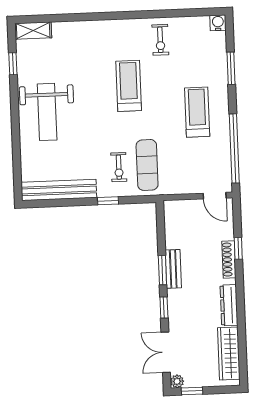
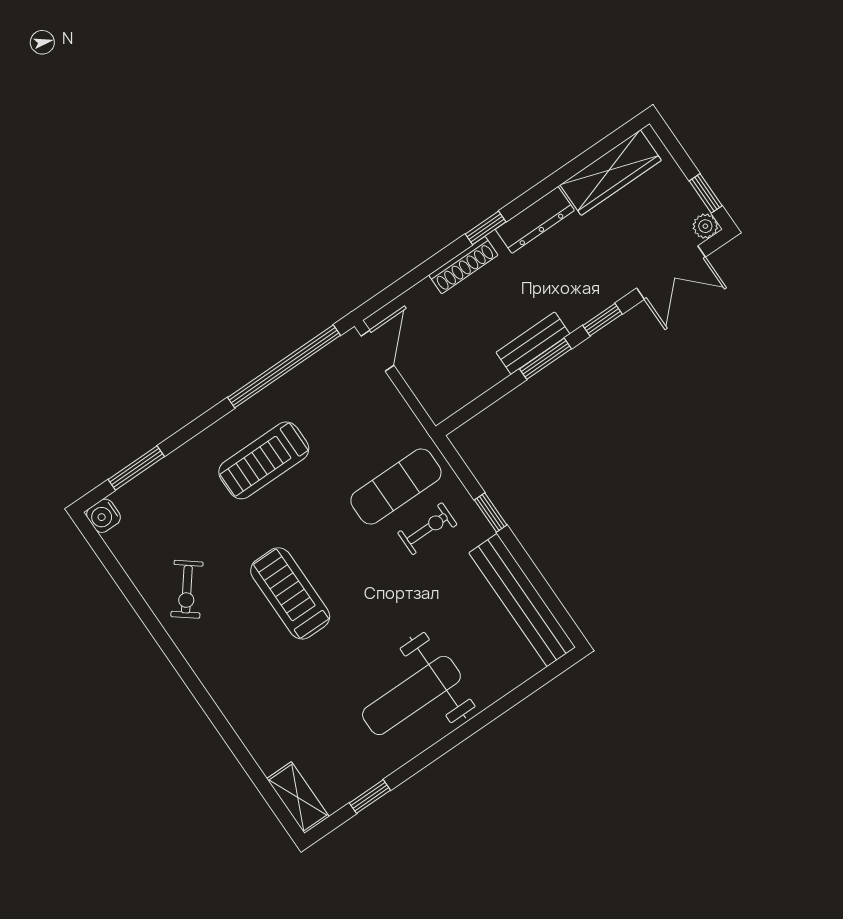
exercise bike: (160, 40) -> (187, 589), turned 128
window: (231, 68) -> (136, 468), moved
treadmill: (129, 86) -> (290, 593), turned 90
weight bench: (47, 112) -> (411, 695), turned 180
window: (238, 248) -> (486, 228), moved

